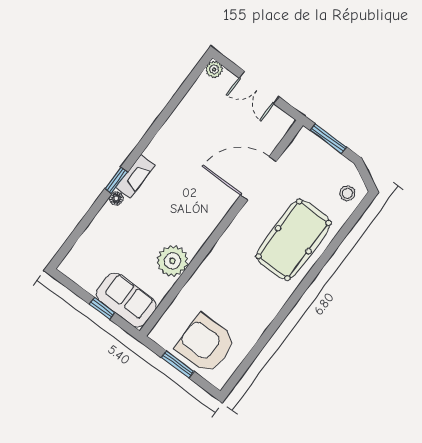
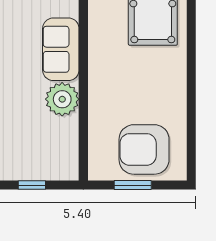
sofa: (126, 300) -> (61, 49), moved, turned -90

